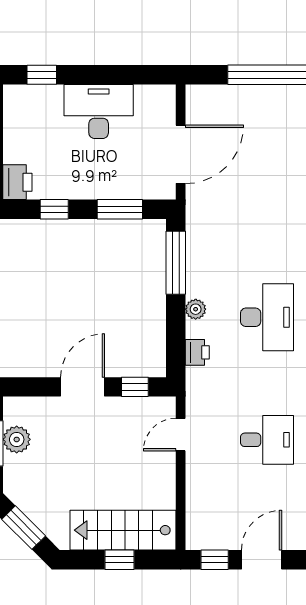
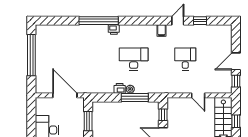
window: (176, 263) -> (135, 97), moved
printer: (197, 352) -> (120, 88), moved
door: (181, 435) -> (198, 95), moved
door: (262, 560) -> (236, 61), hinge flipped

